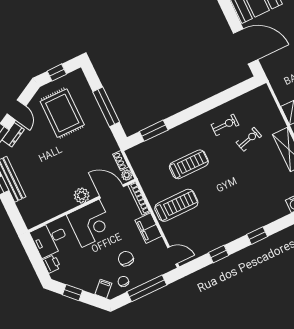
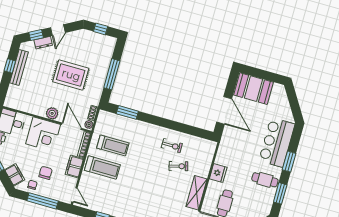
rug: (62, 113) -> (71, 75), moved, turned 90
treadmill: (189, 164) -> (113, 146), moved
filing cabinet: (103, 289) -> (15, 175), width x2.00

